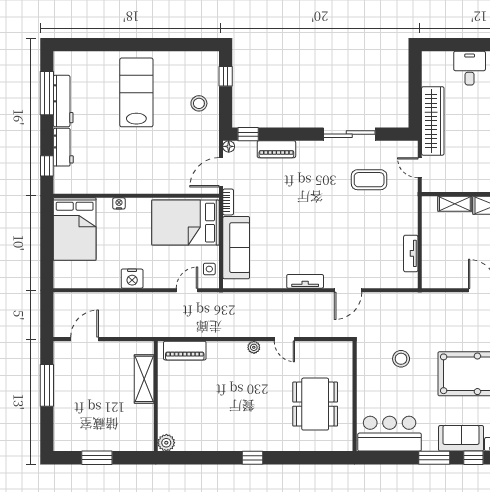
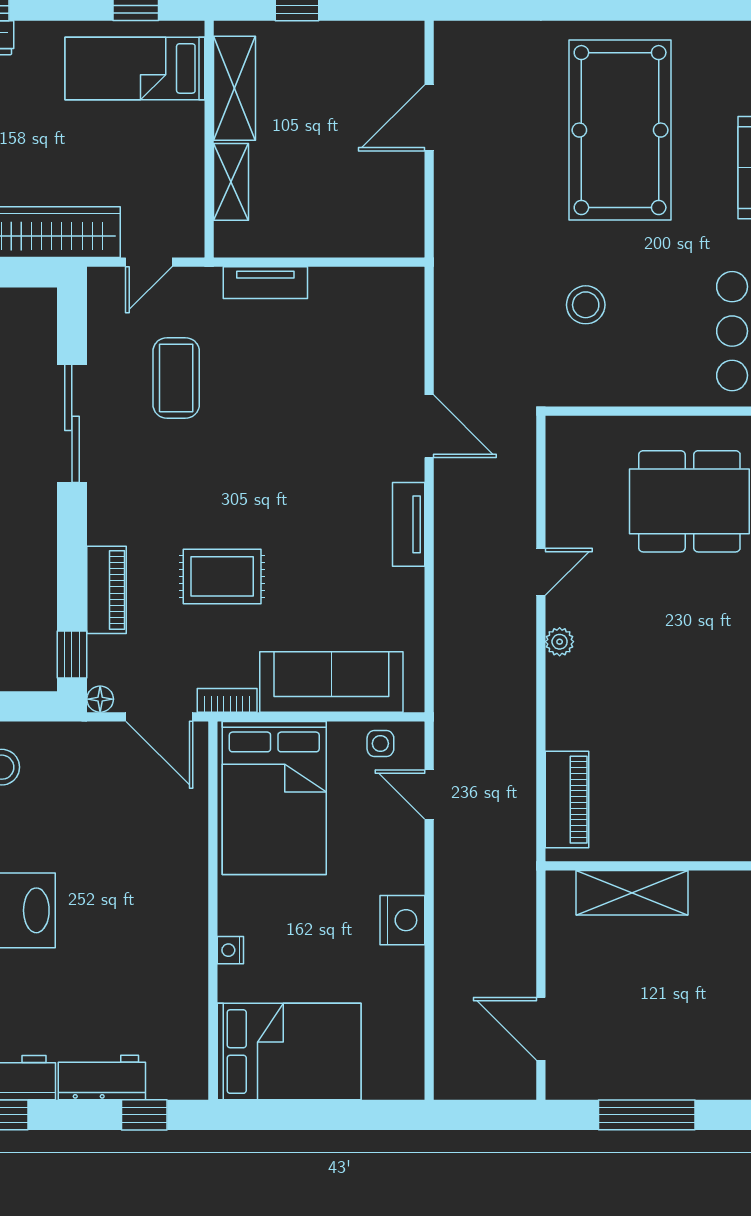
rug: (282, 200) -> (222, 576), added
tv unit: (411, 253) -> (265, 283), moved

